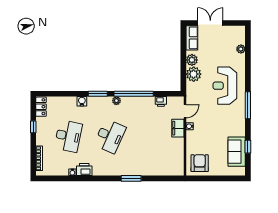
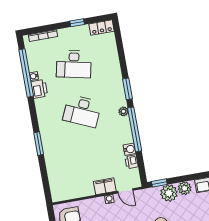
window: (183, 81) -> (159, 183), added
water cooler: (82, 101) -> (130, 149), moved
window: (69, 178) -> (26, 73), added

